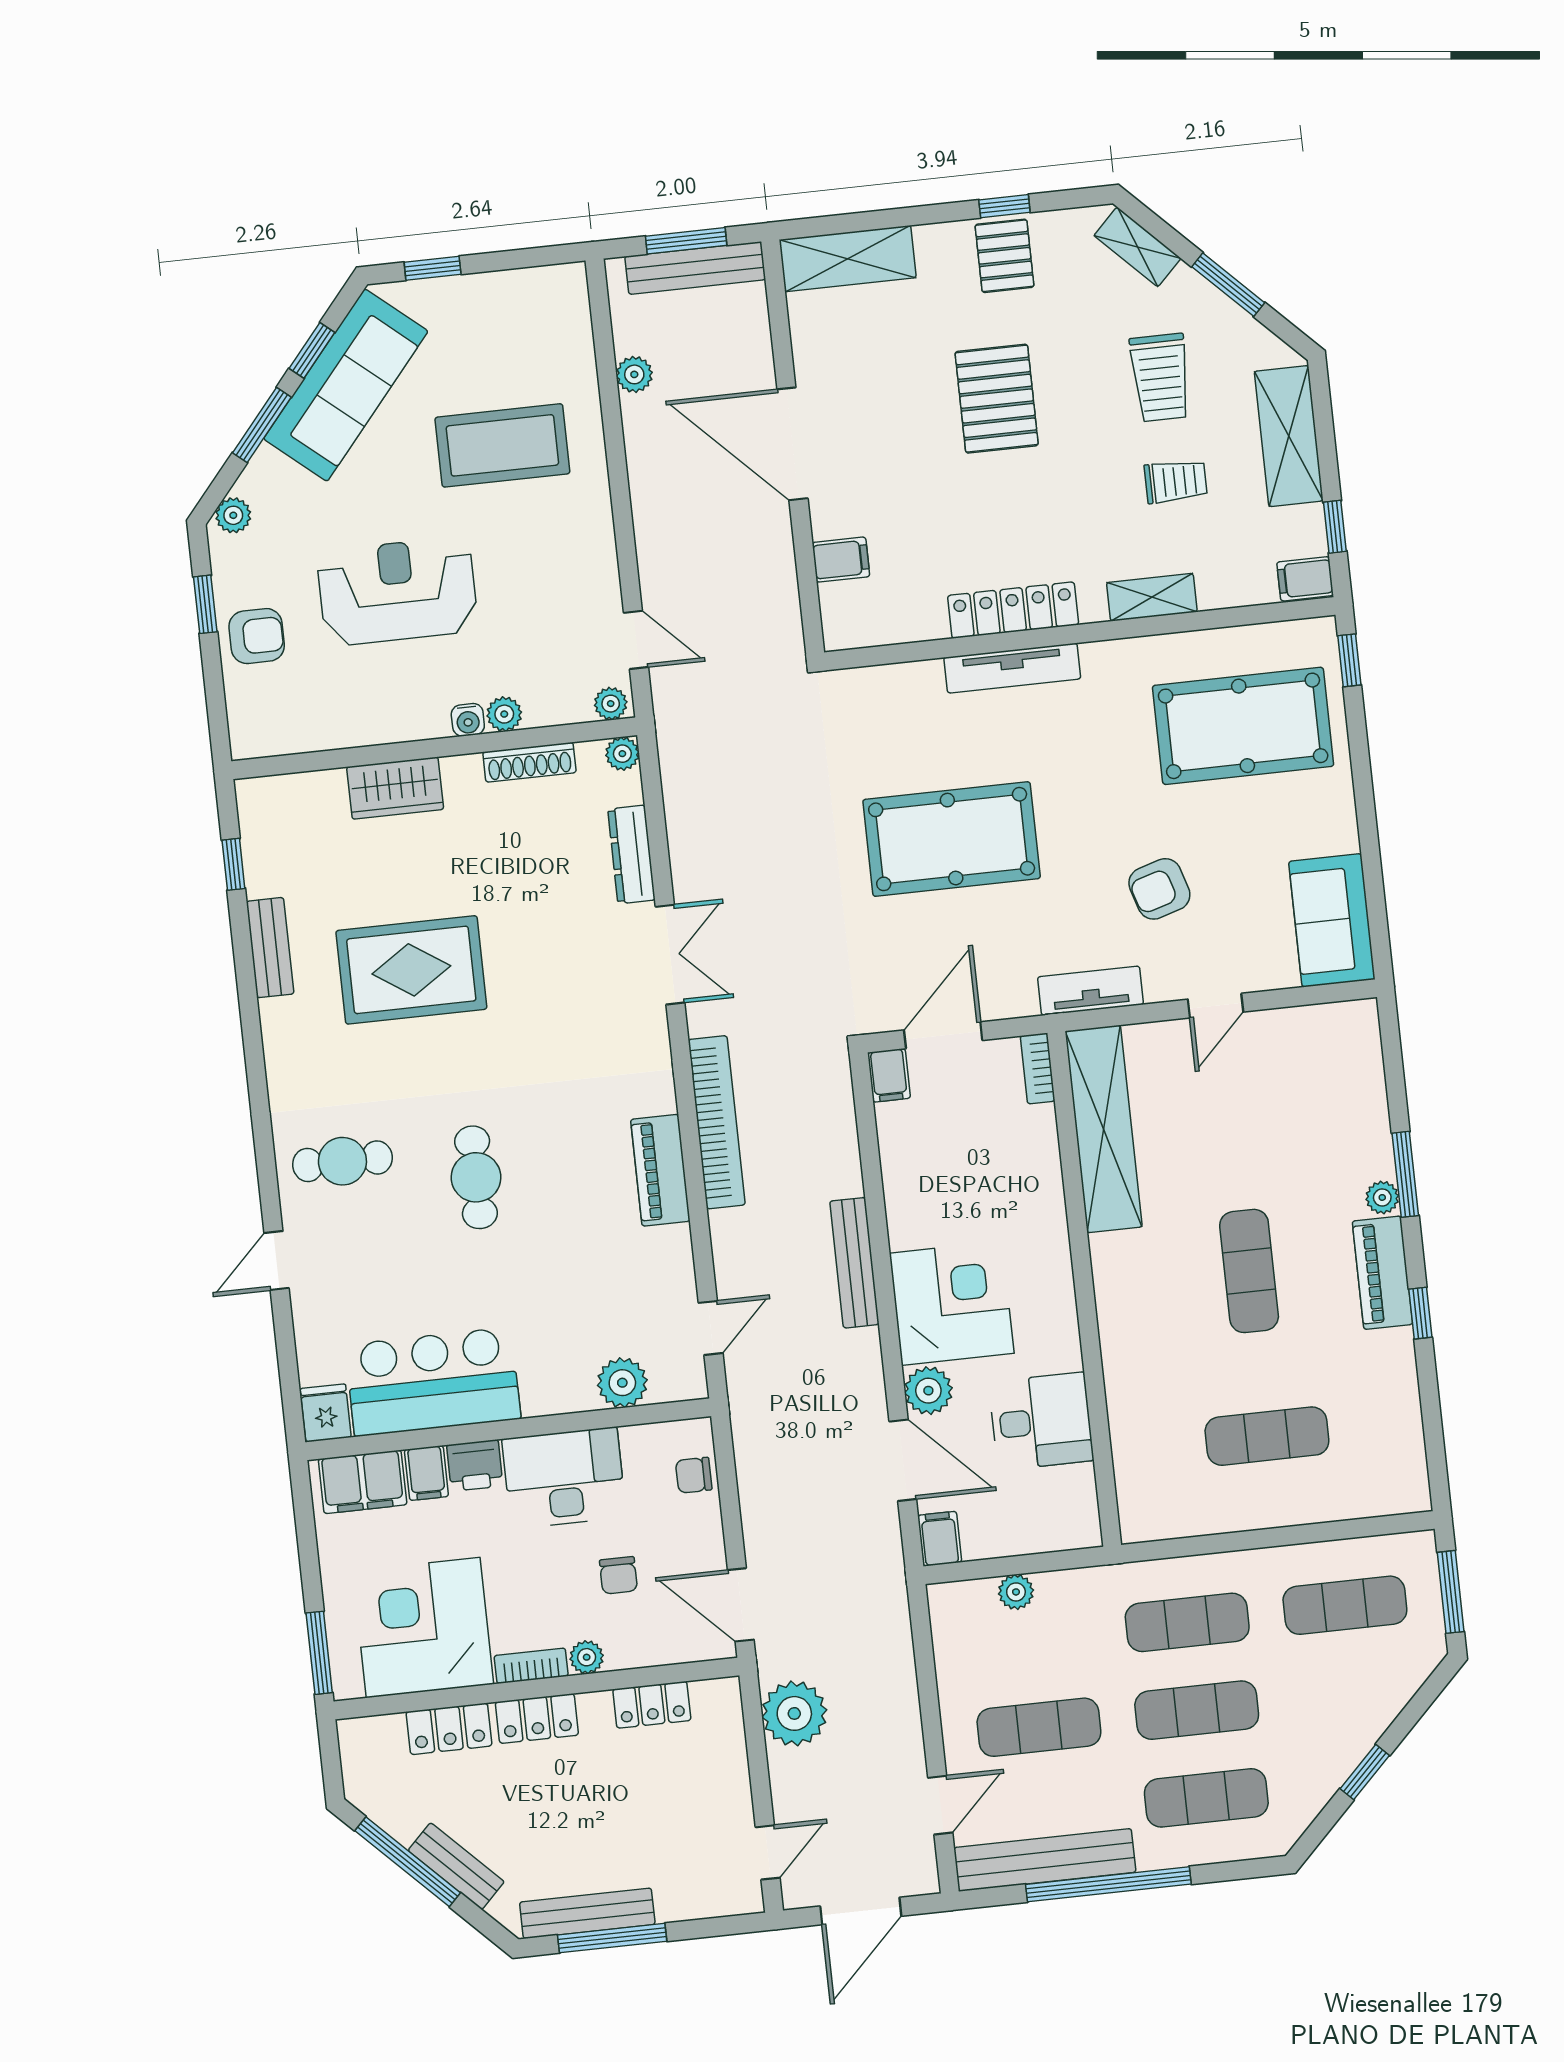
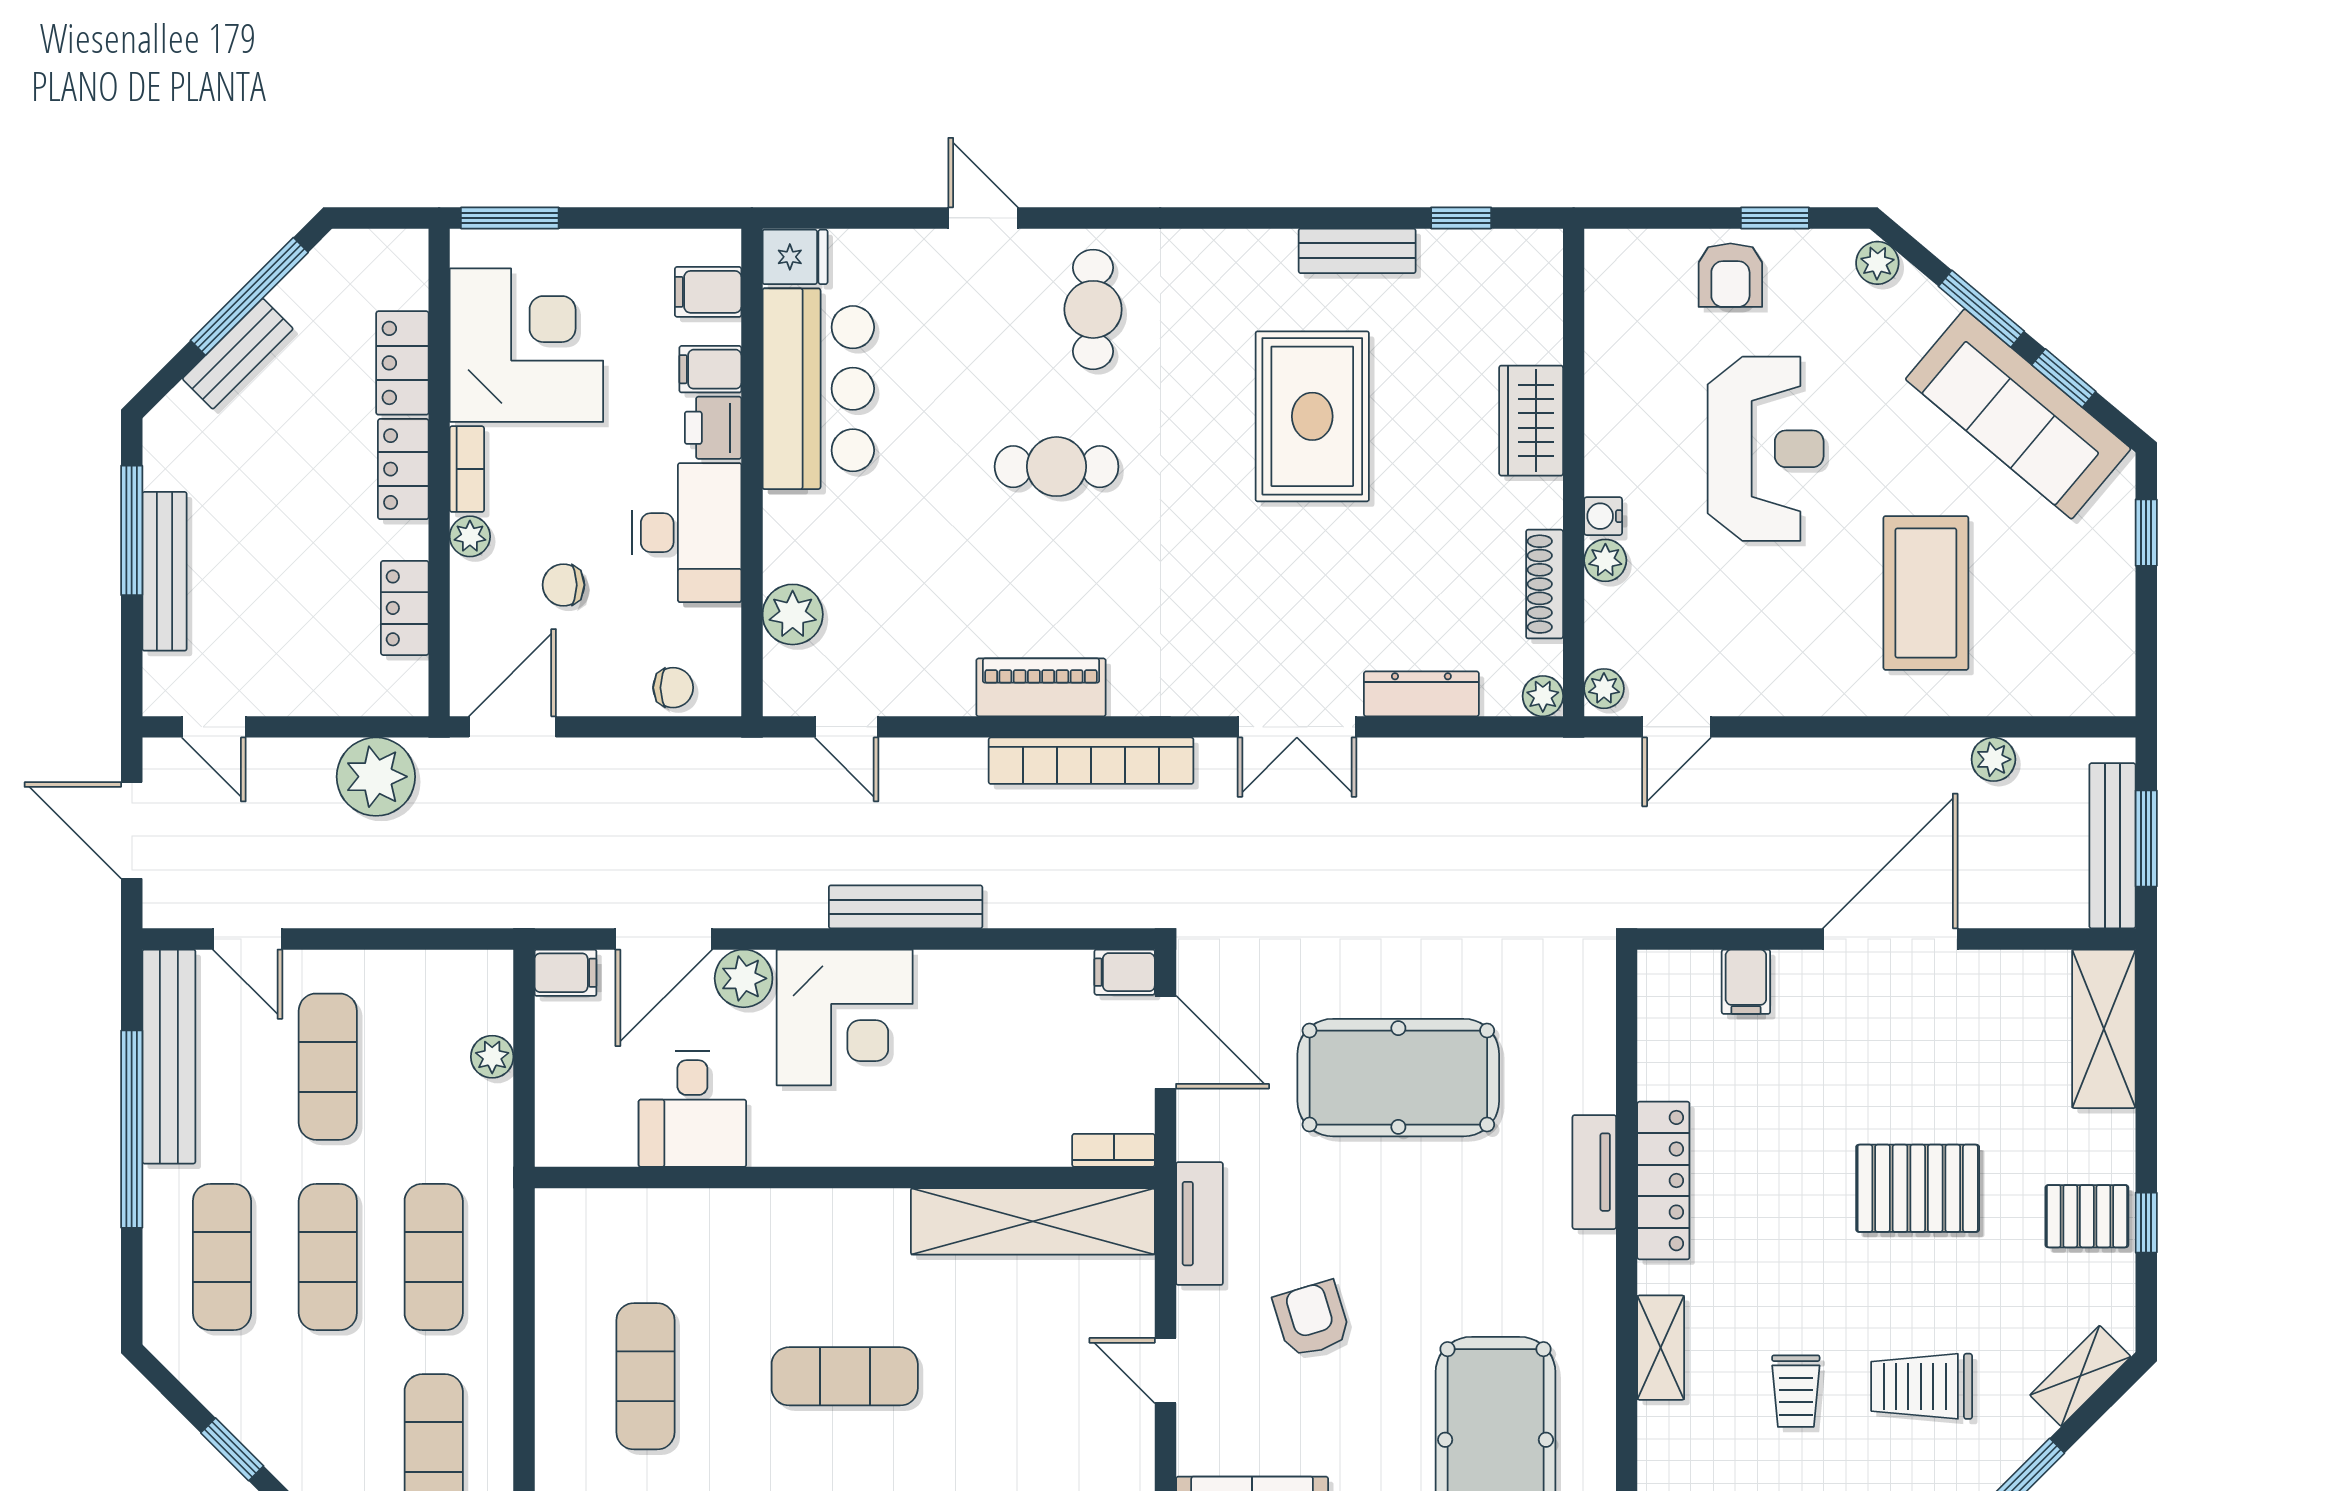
tv unit: (1012, 668) -> (1594, 1172), width x0.71
pool table: (952, 839) -> (1398, 1078), turned 90
chair: (694, 1475) -> (673, 688), turned 90
filing cabinet: (363, 1482) -> (708, 292), width x0.50
bench: (587, 1913) -> (164, 571), moved

